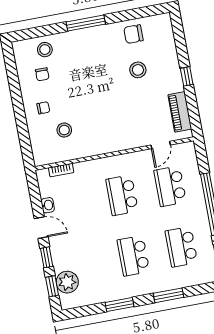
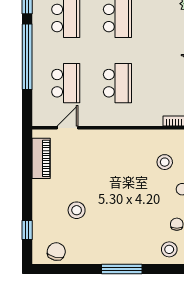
chair: (133, 34) -> (56, 252), moved, turned -76
window: (187, 76) -> (27, 230), moved

